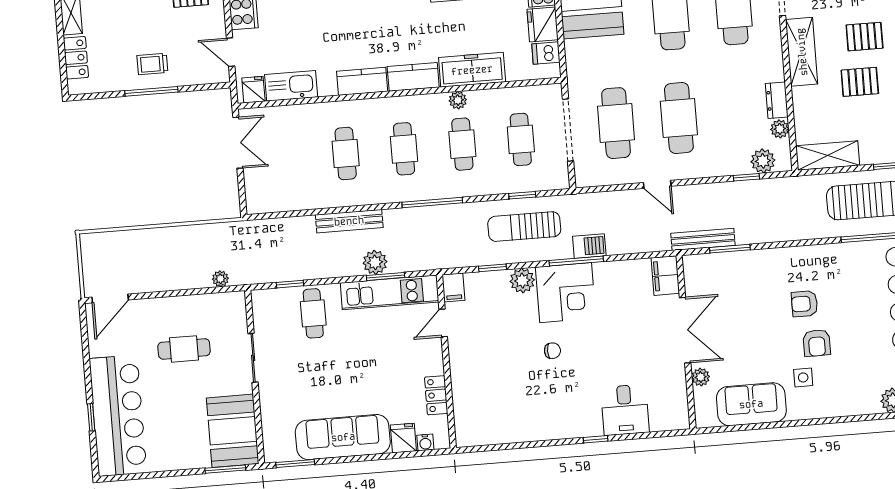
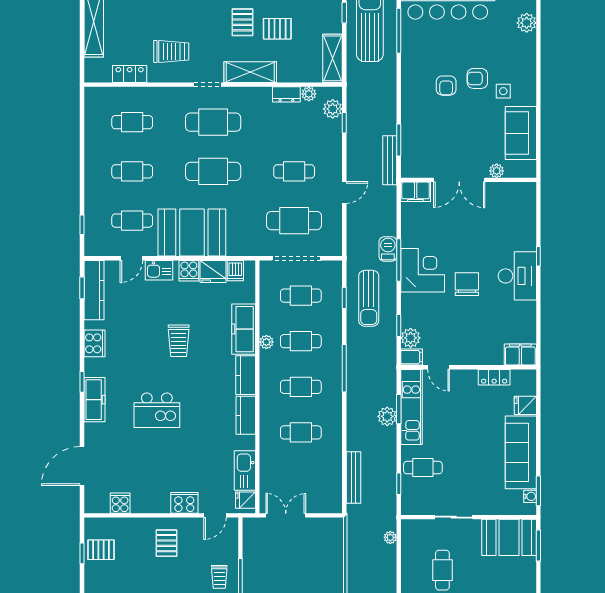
pallet: (860, 82) -> (277, 29), turned 90
cafe table: (679, 118) -> (294, 171), width x0.73, depth x0.74
bench: (349, 221) -> (354, 477), moved
plant: (522, 281) -> (411, 338), moved
double door: (685, 330) -> (459, 180), swing flipped
armchair: (817, 343) -> (477, 78), turned 180
chair: (552, 351) -> (467, 284), width x1.87, depth x1.87
desk: (625, 410) -> (517, 276), moved, width x1.37
filing cabinet: (468, 426) -> (520, 354), added
water cooler: (425, 442) -> (530, 496), moved

